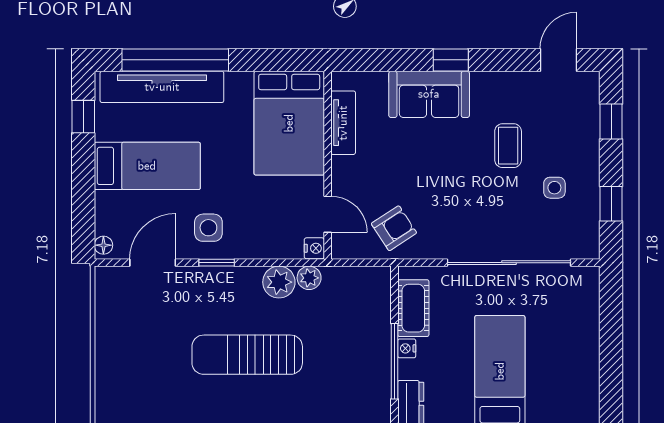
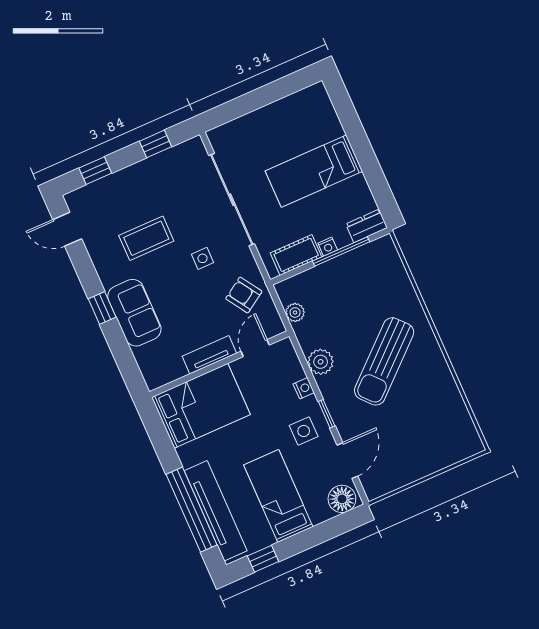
tv unit: (343, 123) -> (209, 355), moved
coffee table: (508, 146) -> (146, 238), width x1.36, depth x1.30
side table: (554, 188) -> (203, 258), moved
floor lamp: (103, 245) -> (342, 499), width x1.89, depth x1.89
nightstand: (314, 248) -> (304, 388), moved, turned 90
door: (153, 263) -> (347, 461), swing flipped
plant: (309, 278) -> (295, 312), moved
sun lounger: (247, 355) -> (384, 361), turned 48

